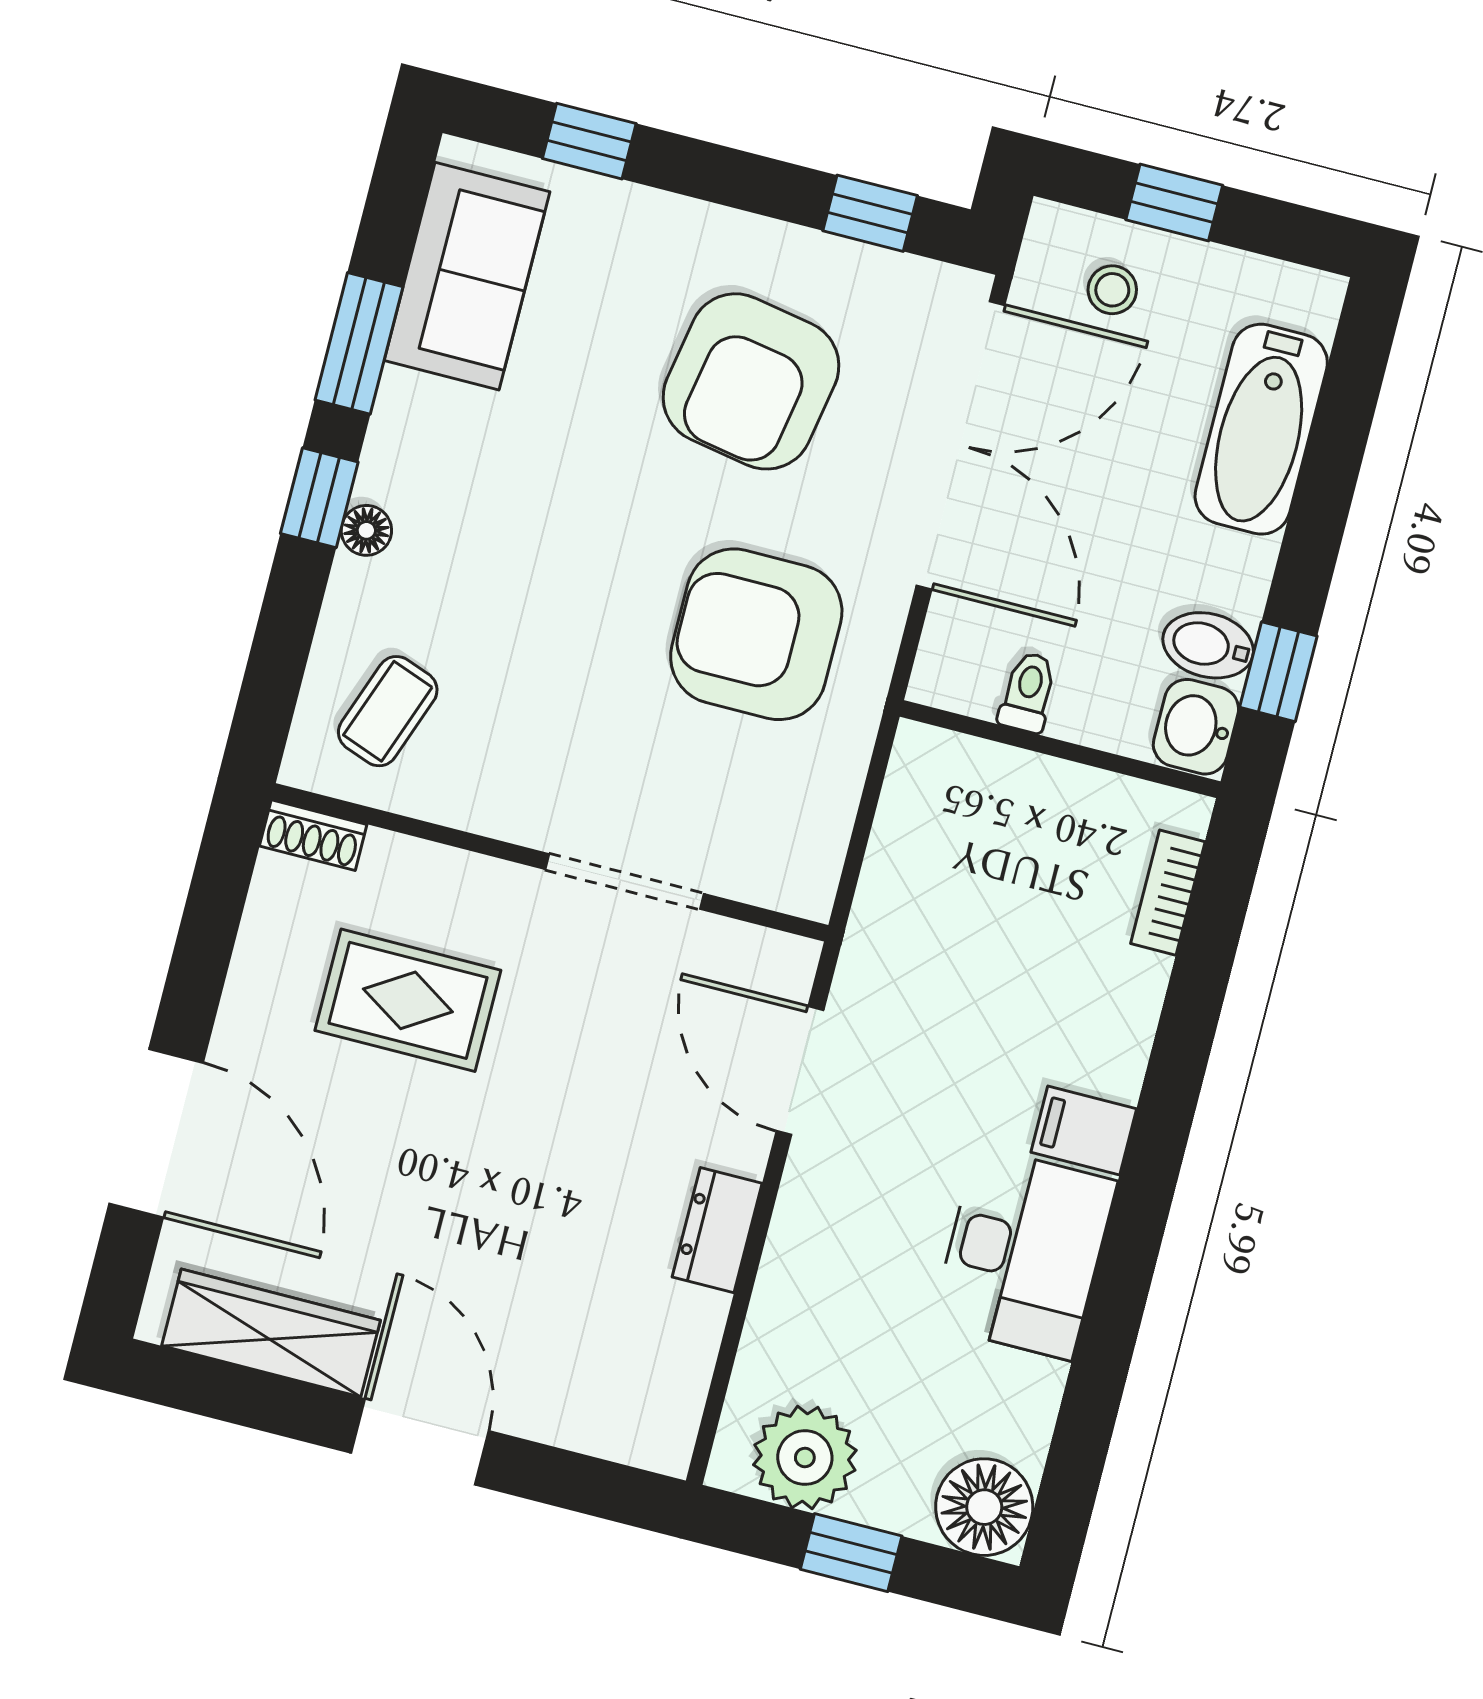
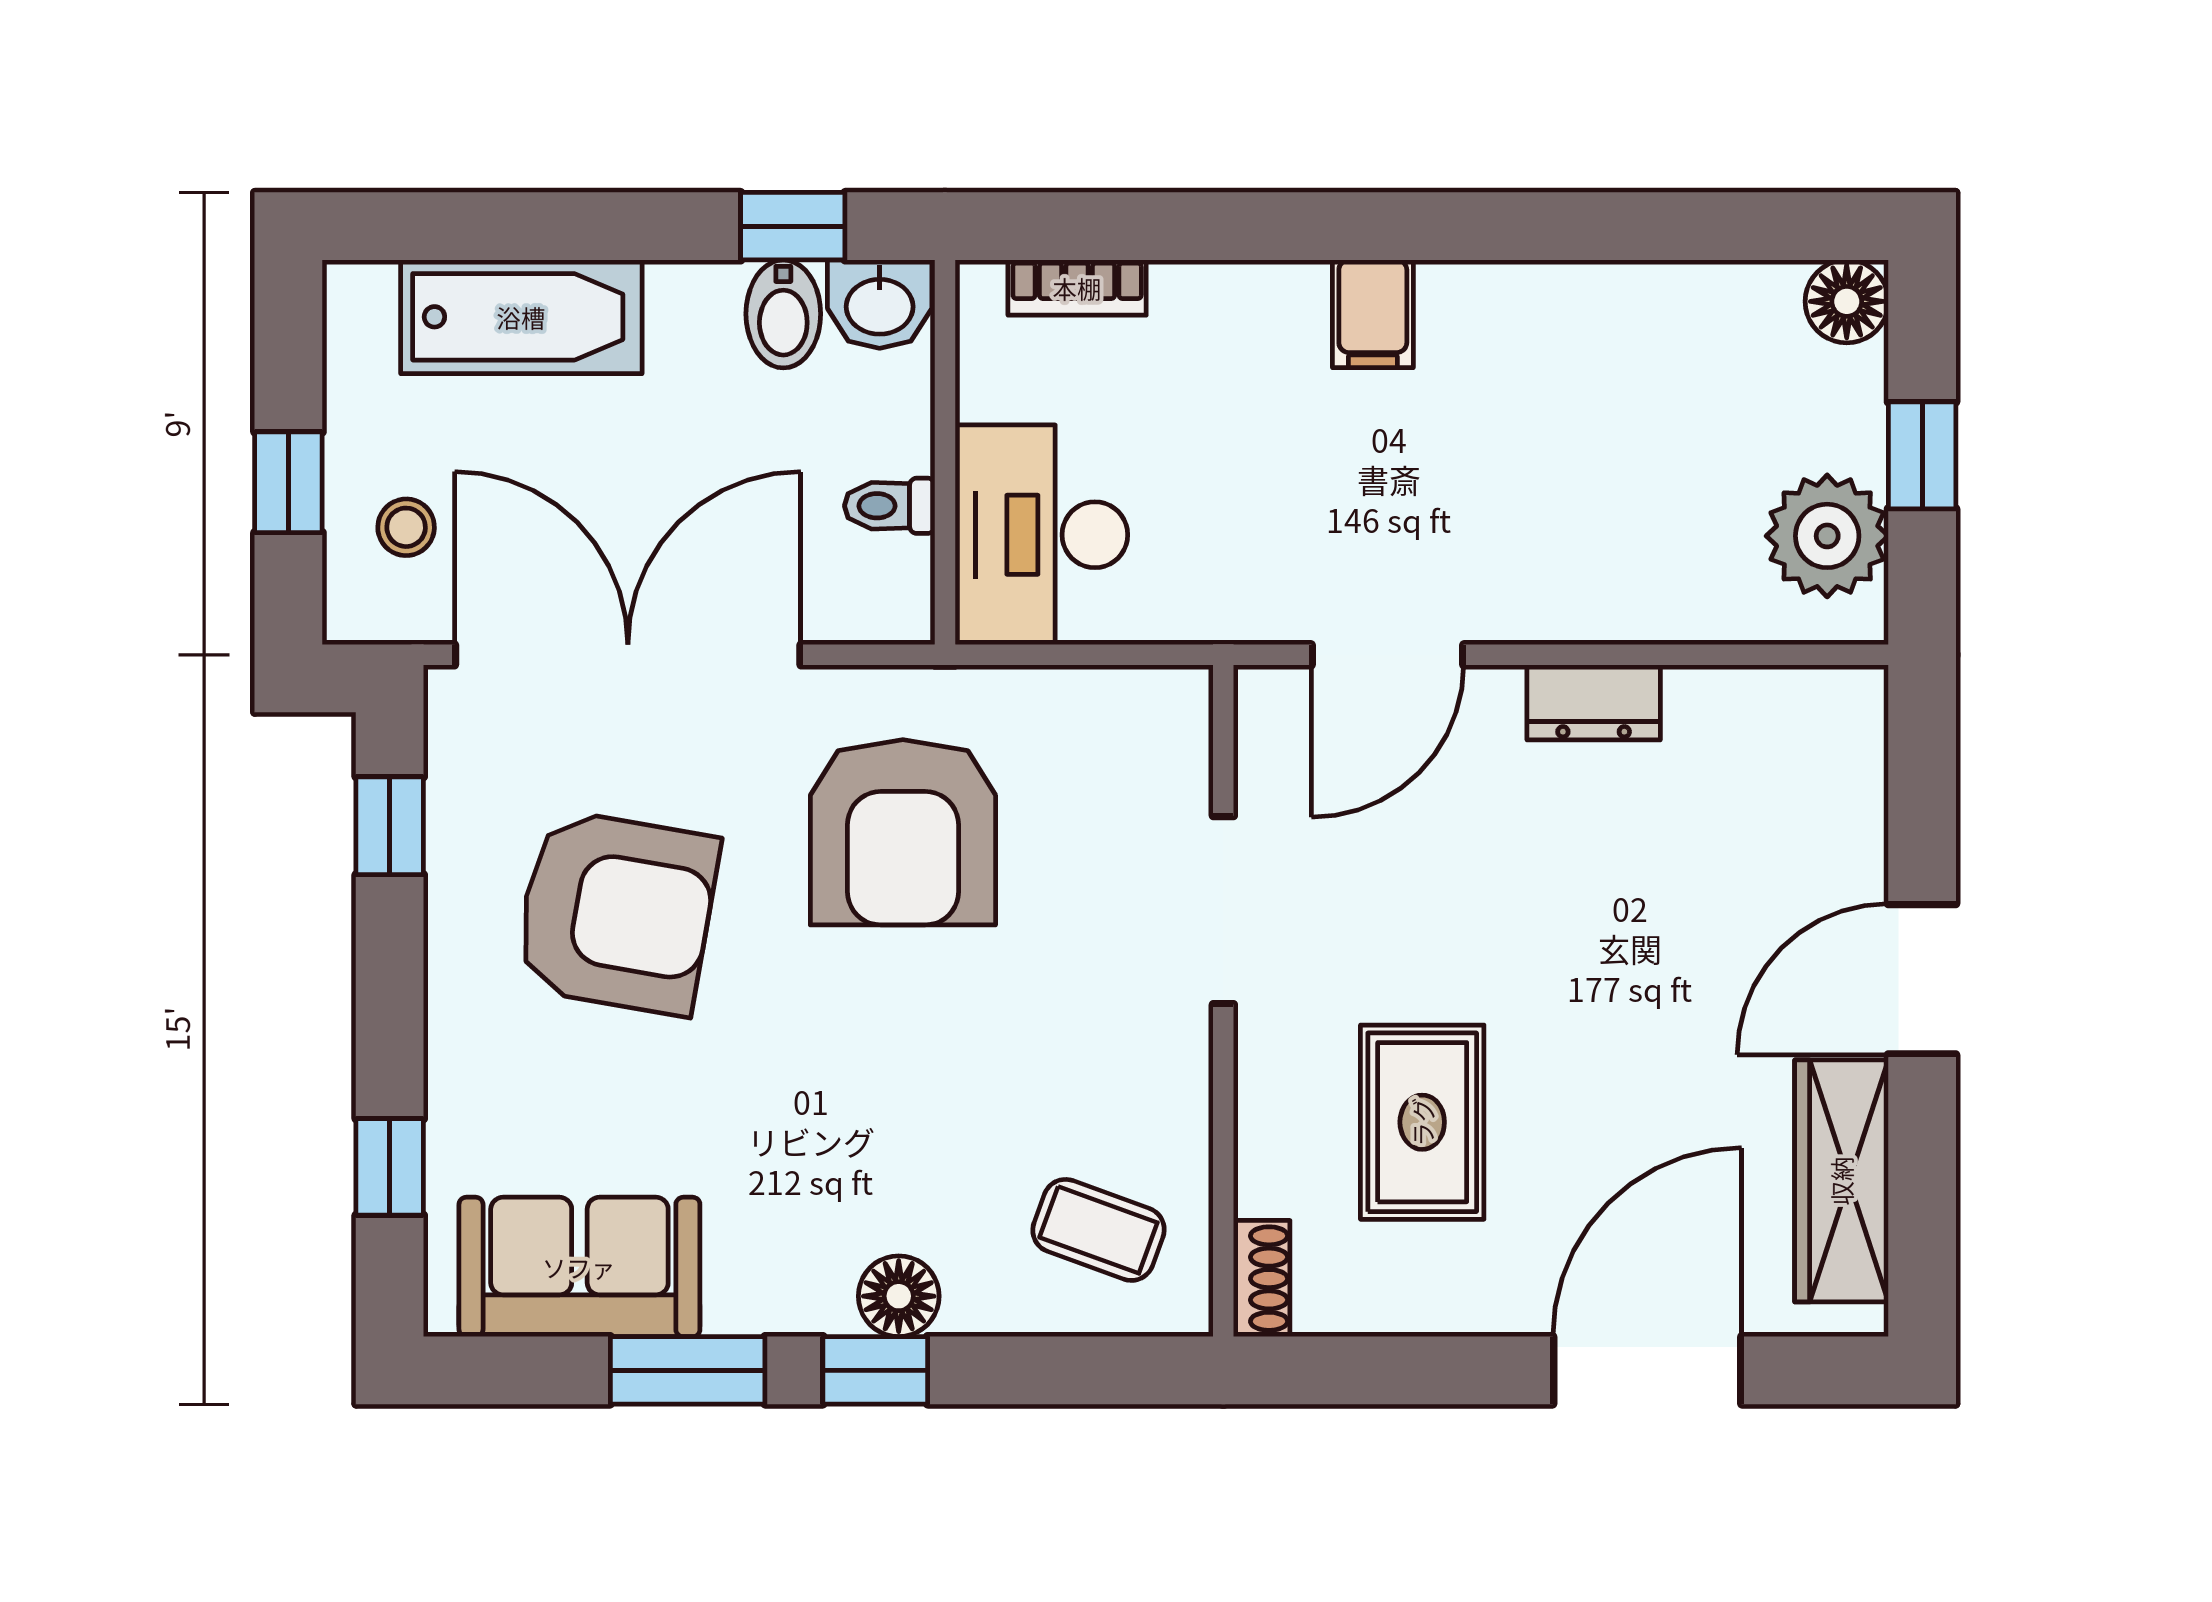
floor lamp: (366, 530) -> (899, 1296), width x1.37, depth x1.37
desk: (1024, 1253) -> (1041, 535), moved, turned -90
floor lamp: (984, 1507) -> (1847, 301), width x0.73, depth x0.73

